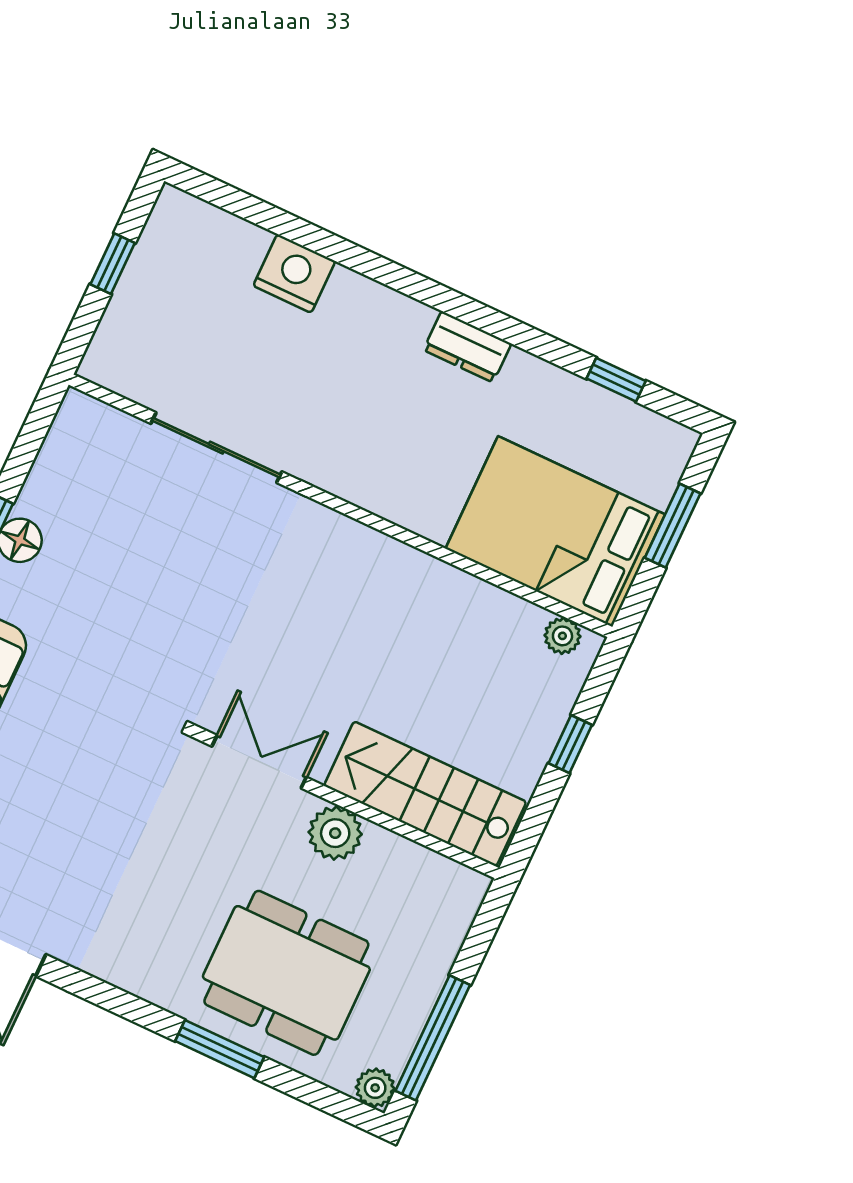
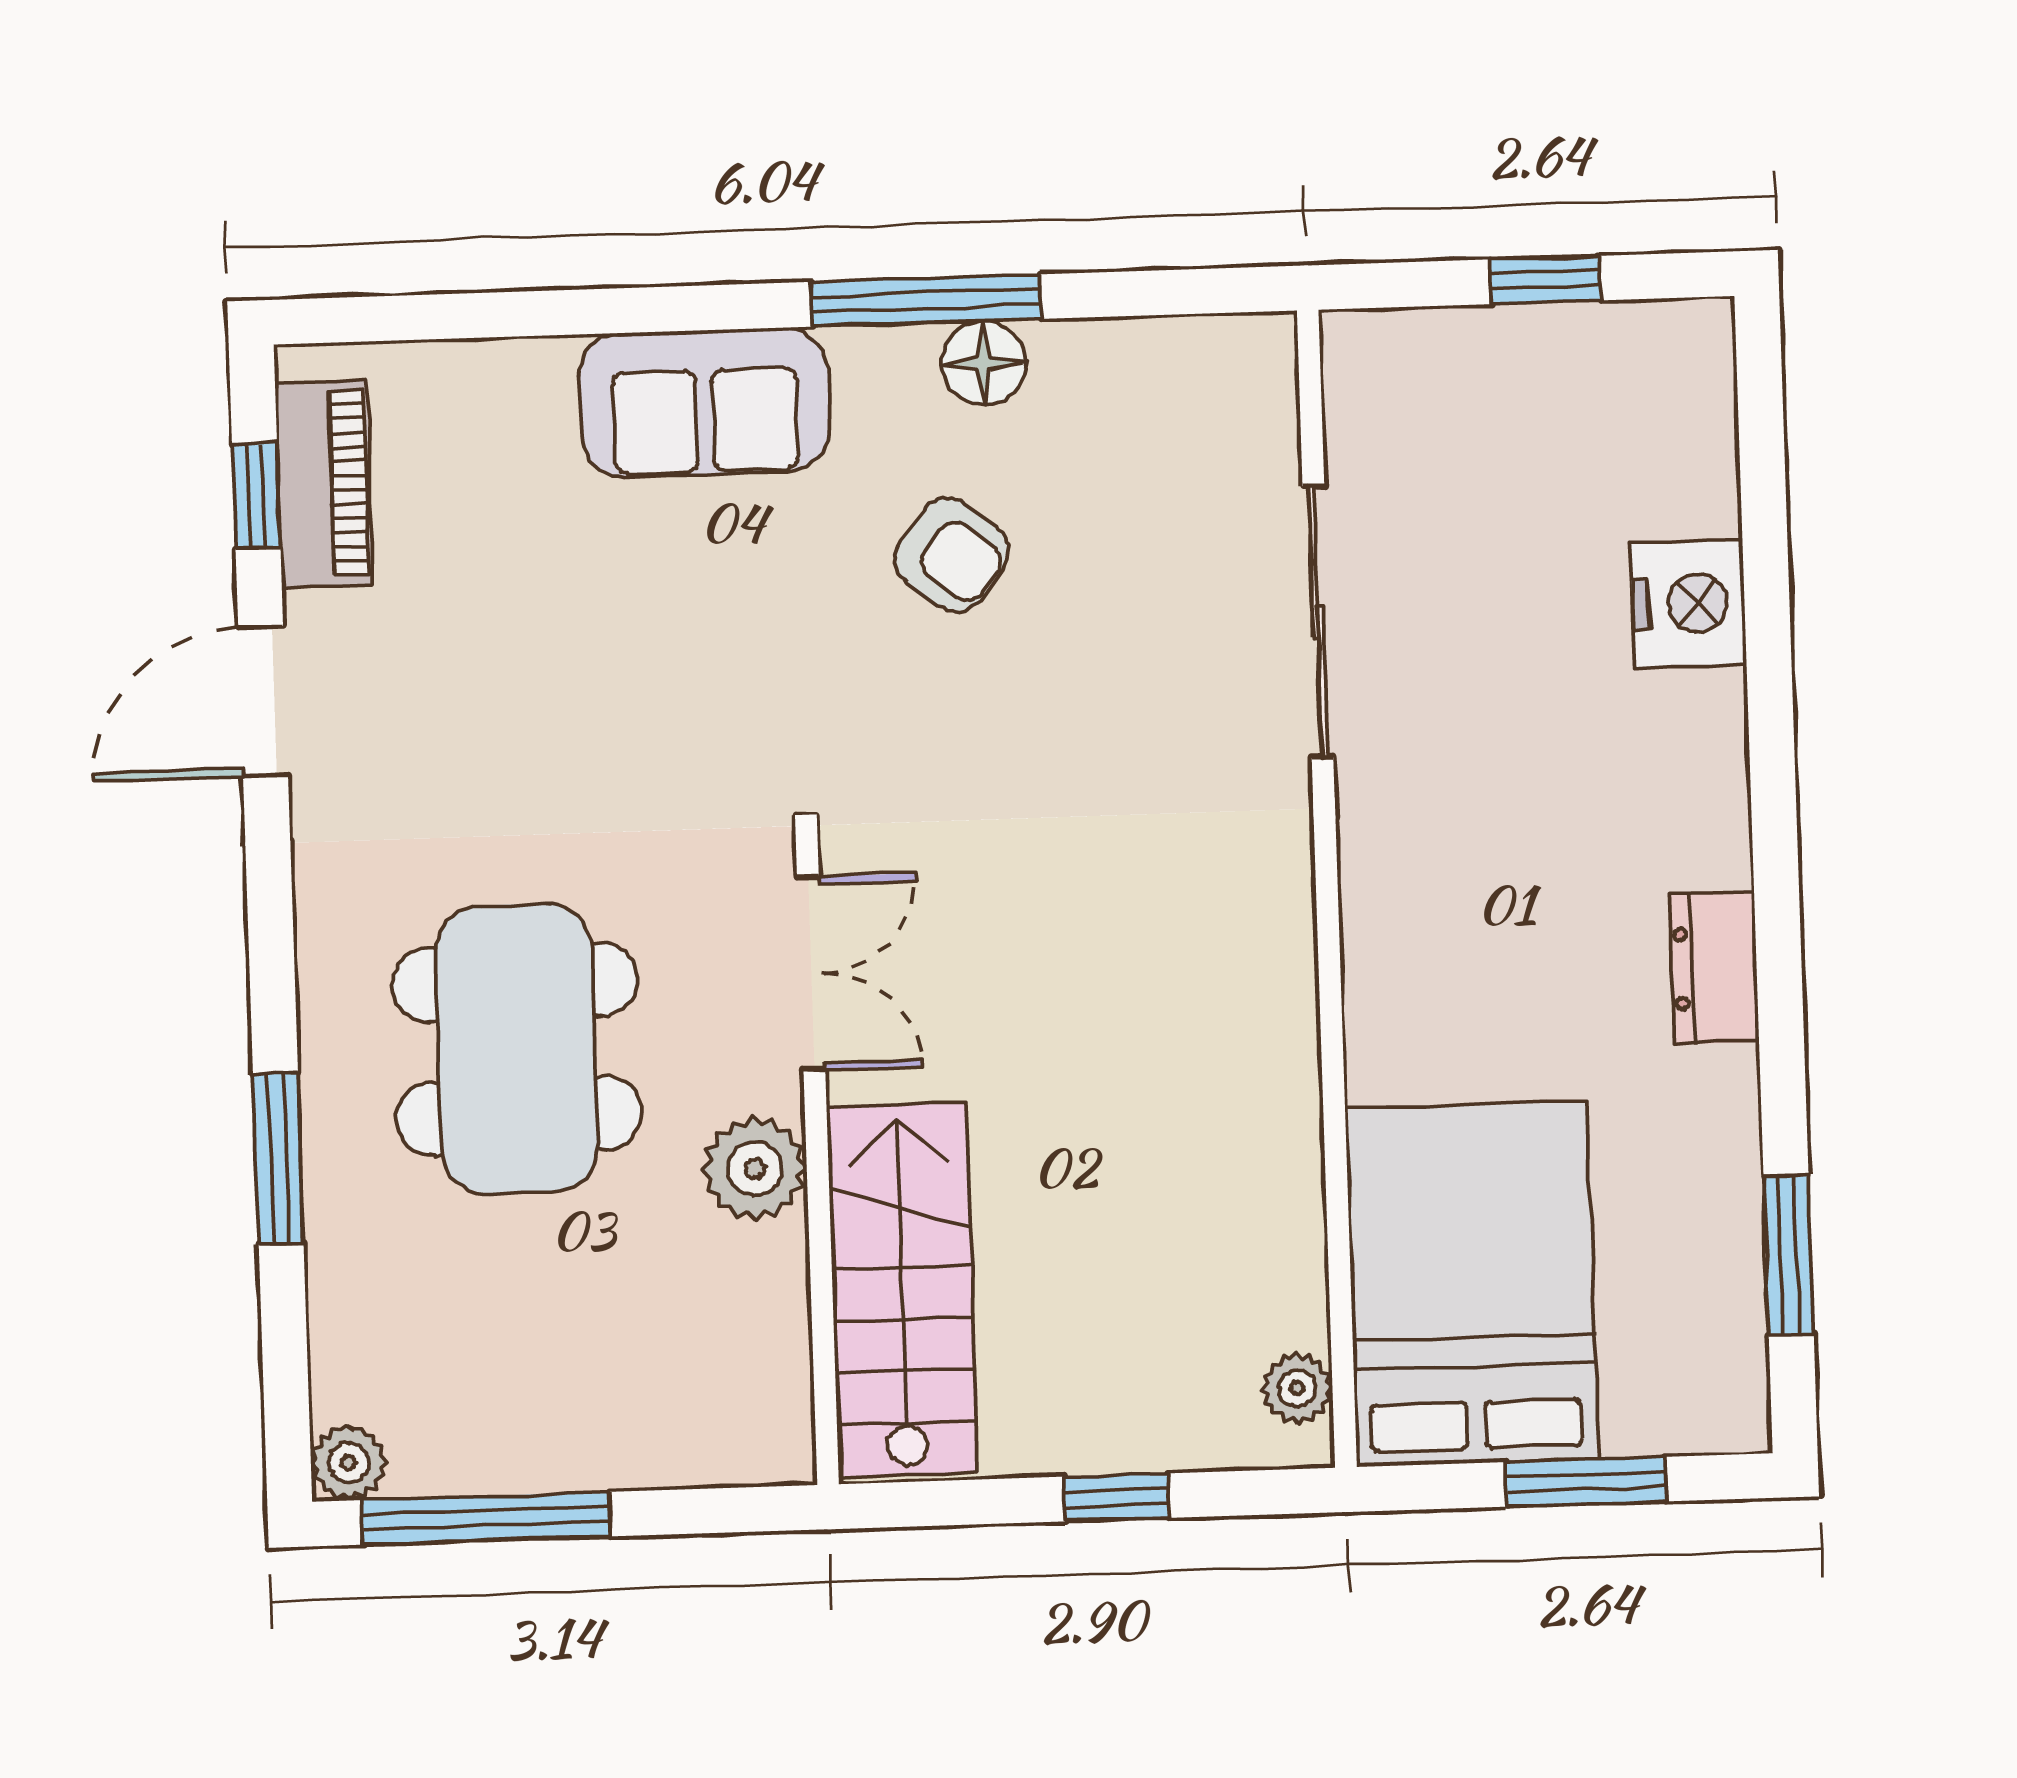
window: (616, 380) -> (1789, 1255), width x1.50
armchair: (100, 600) -> (952, 555), added
dining table: (286, 973) -> (517, 1049), moved

